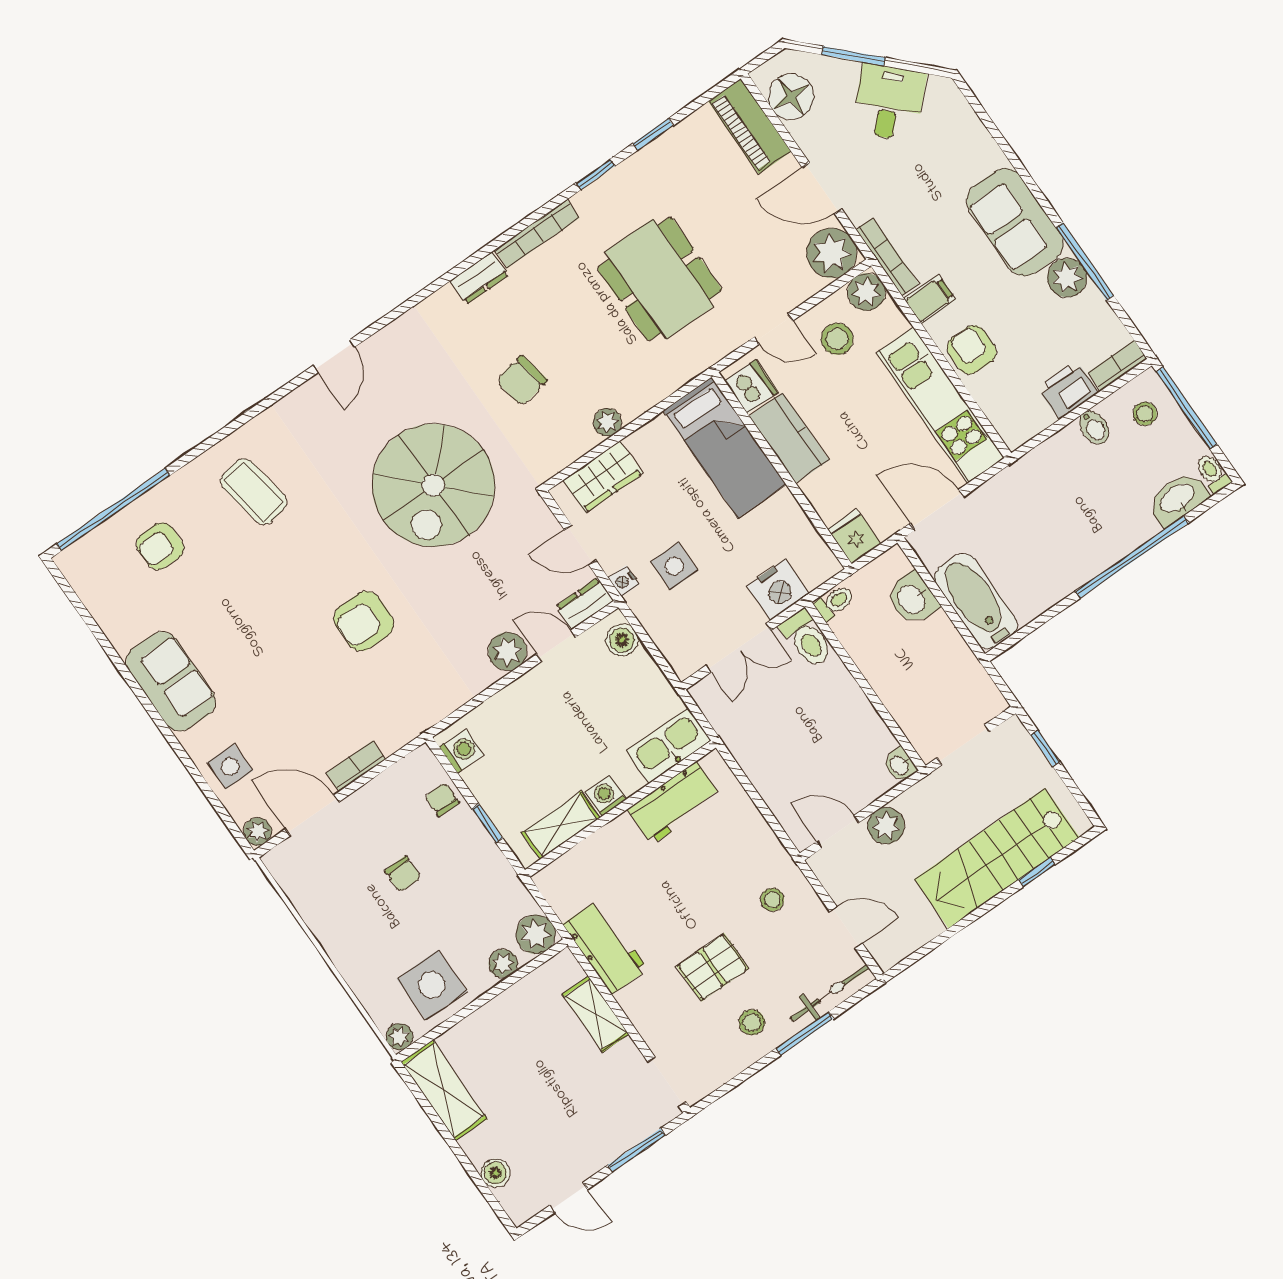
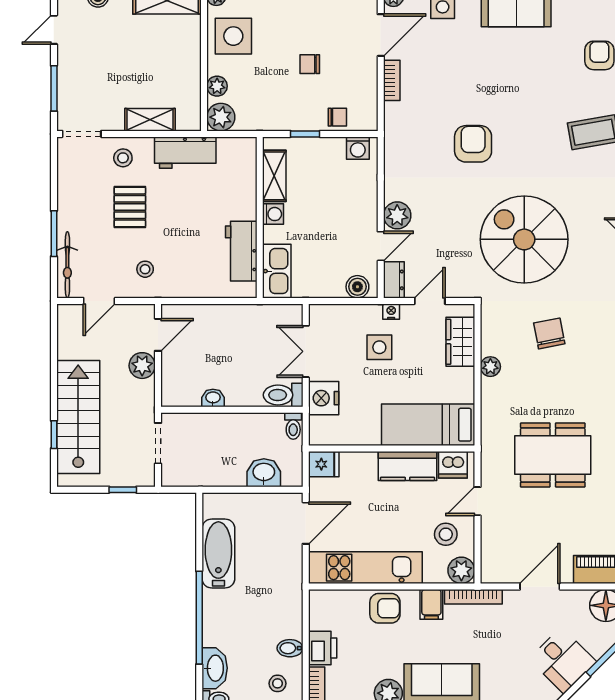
plant: (832, 253) -> (498, 566), removed
bathtub: (976, 601) -> (218, 554), moved, turned -90
washbasin: (900, 765) -> (213, 398), moved
stool: (752, 1022) -> (123, 158), moved

